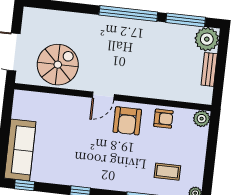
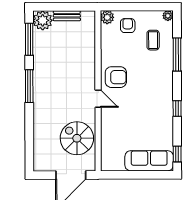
window: (128, 13) -> (29, 86), width x0.68
armchair: (163, 119) -> (128, 26), moved

